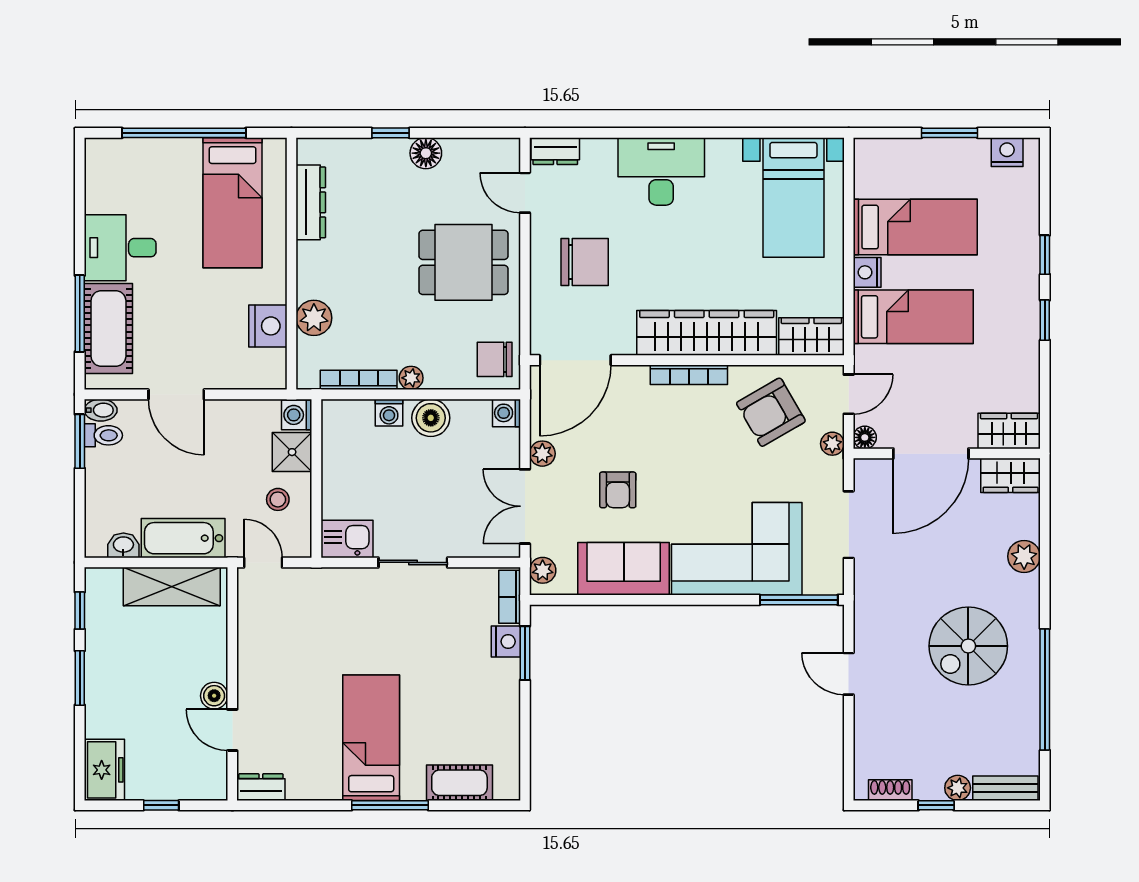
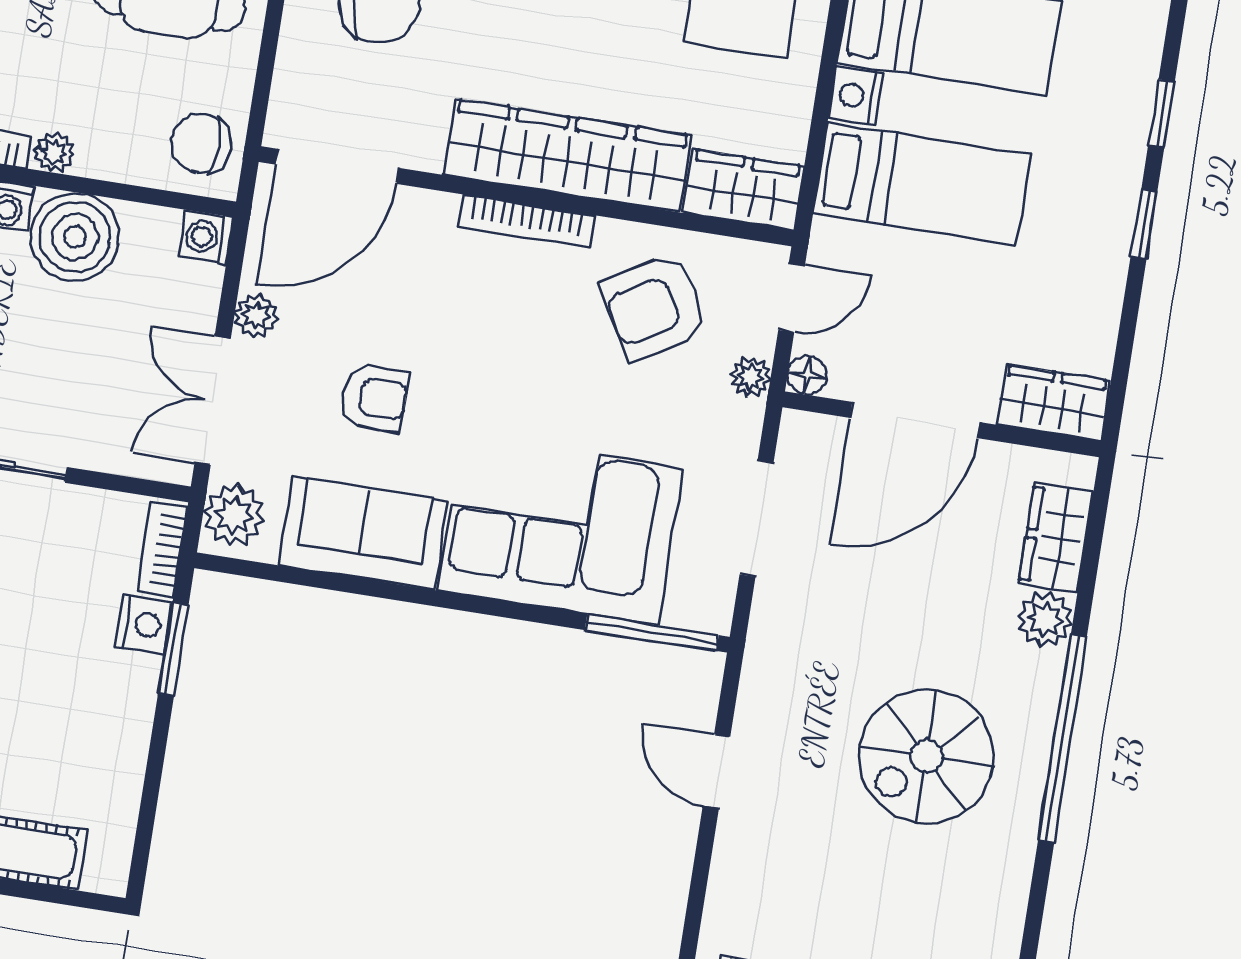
boiler: (431, 418) -> (75, 237), width x1.37, depth x1.37
wardrobe: (1011, 475) -> (1056, 537), moved, turned 90
armchair: (618, 490) -> (375, 398), turned -90
plant: (543, 570) -> (234, 515), width x1.38, depth x1.38
window: (1045, 689) -> (1062, 739), moved

